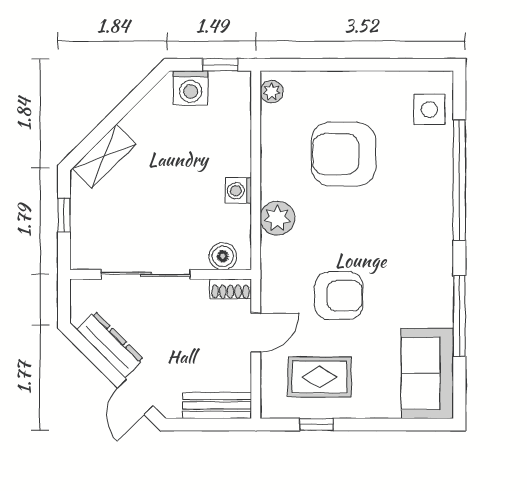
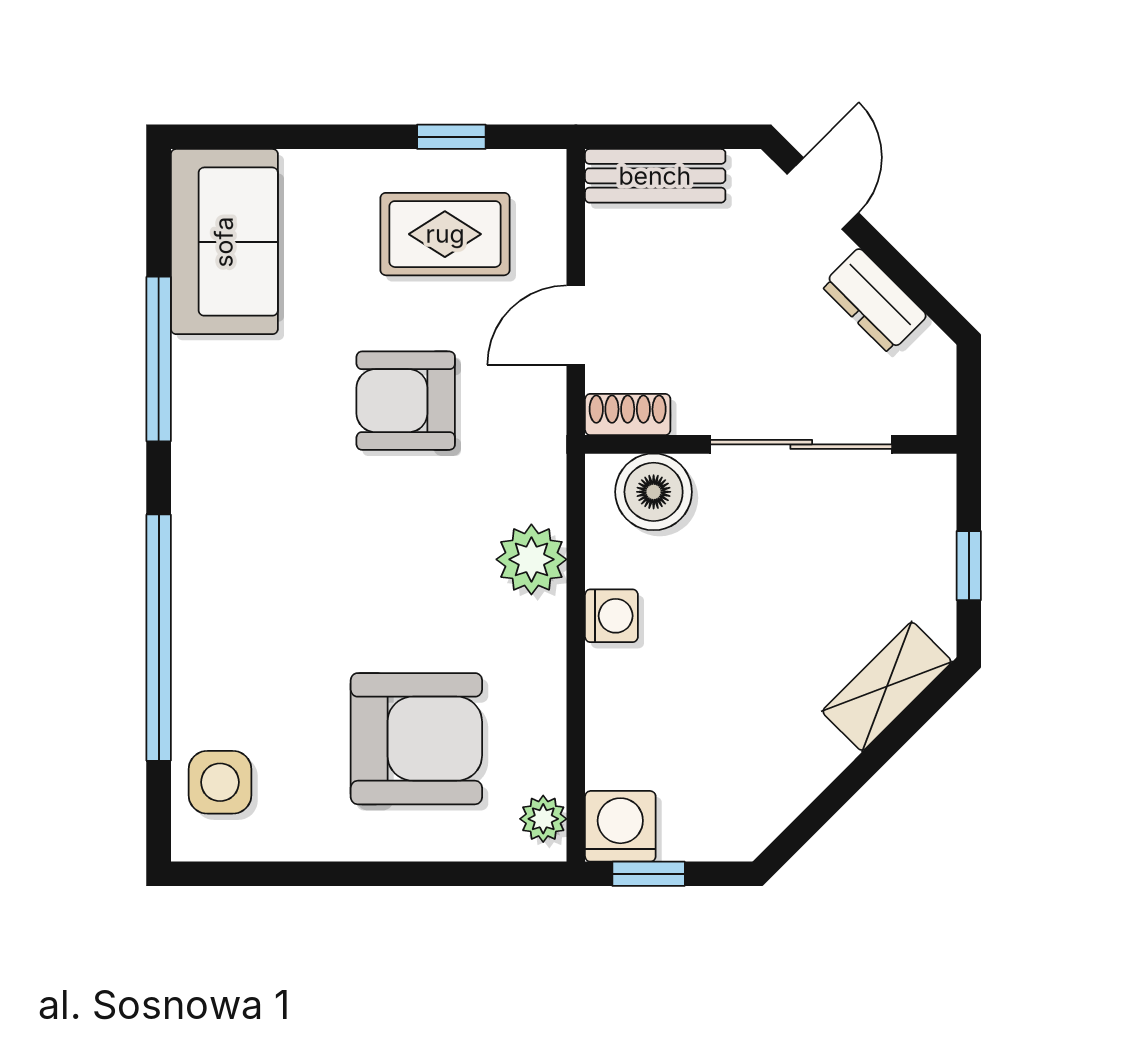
washing machine: (191, 88) -> (620, 826), moved
armchair: (344, 154) -> (416, 739), moved
boiler: (223, 256) -> (654, 492), width x1.36, depth x1.36
dresser: (110, 344) -> (874, 301), width x0.70

